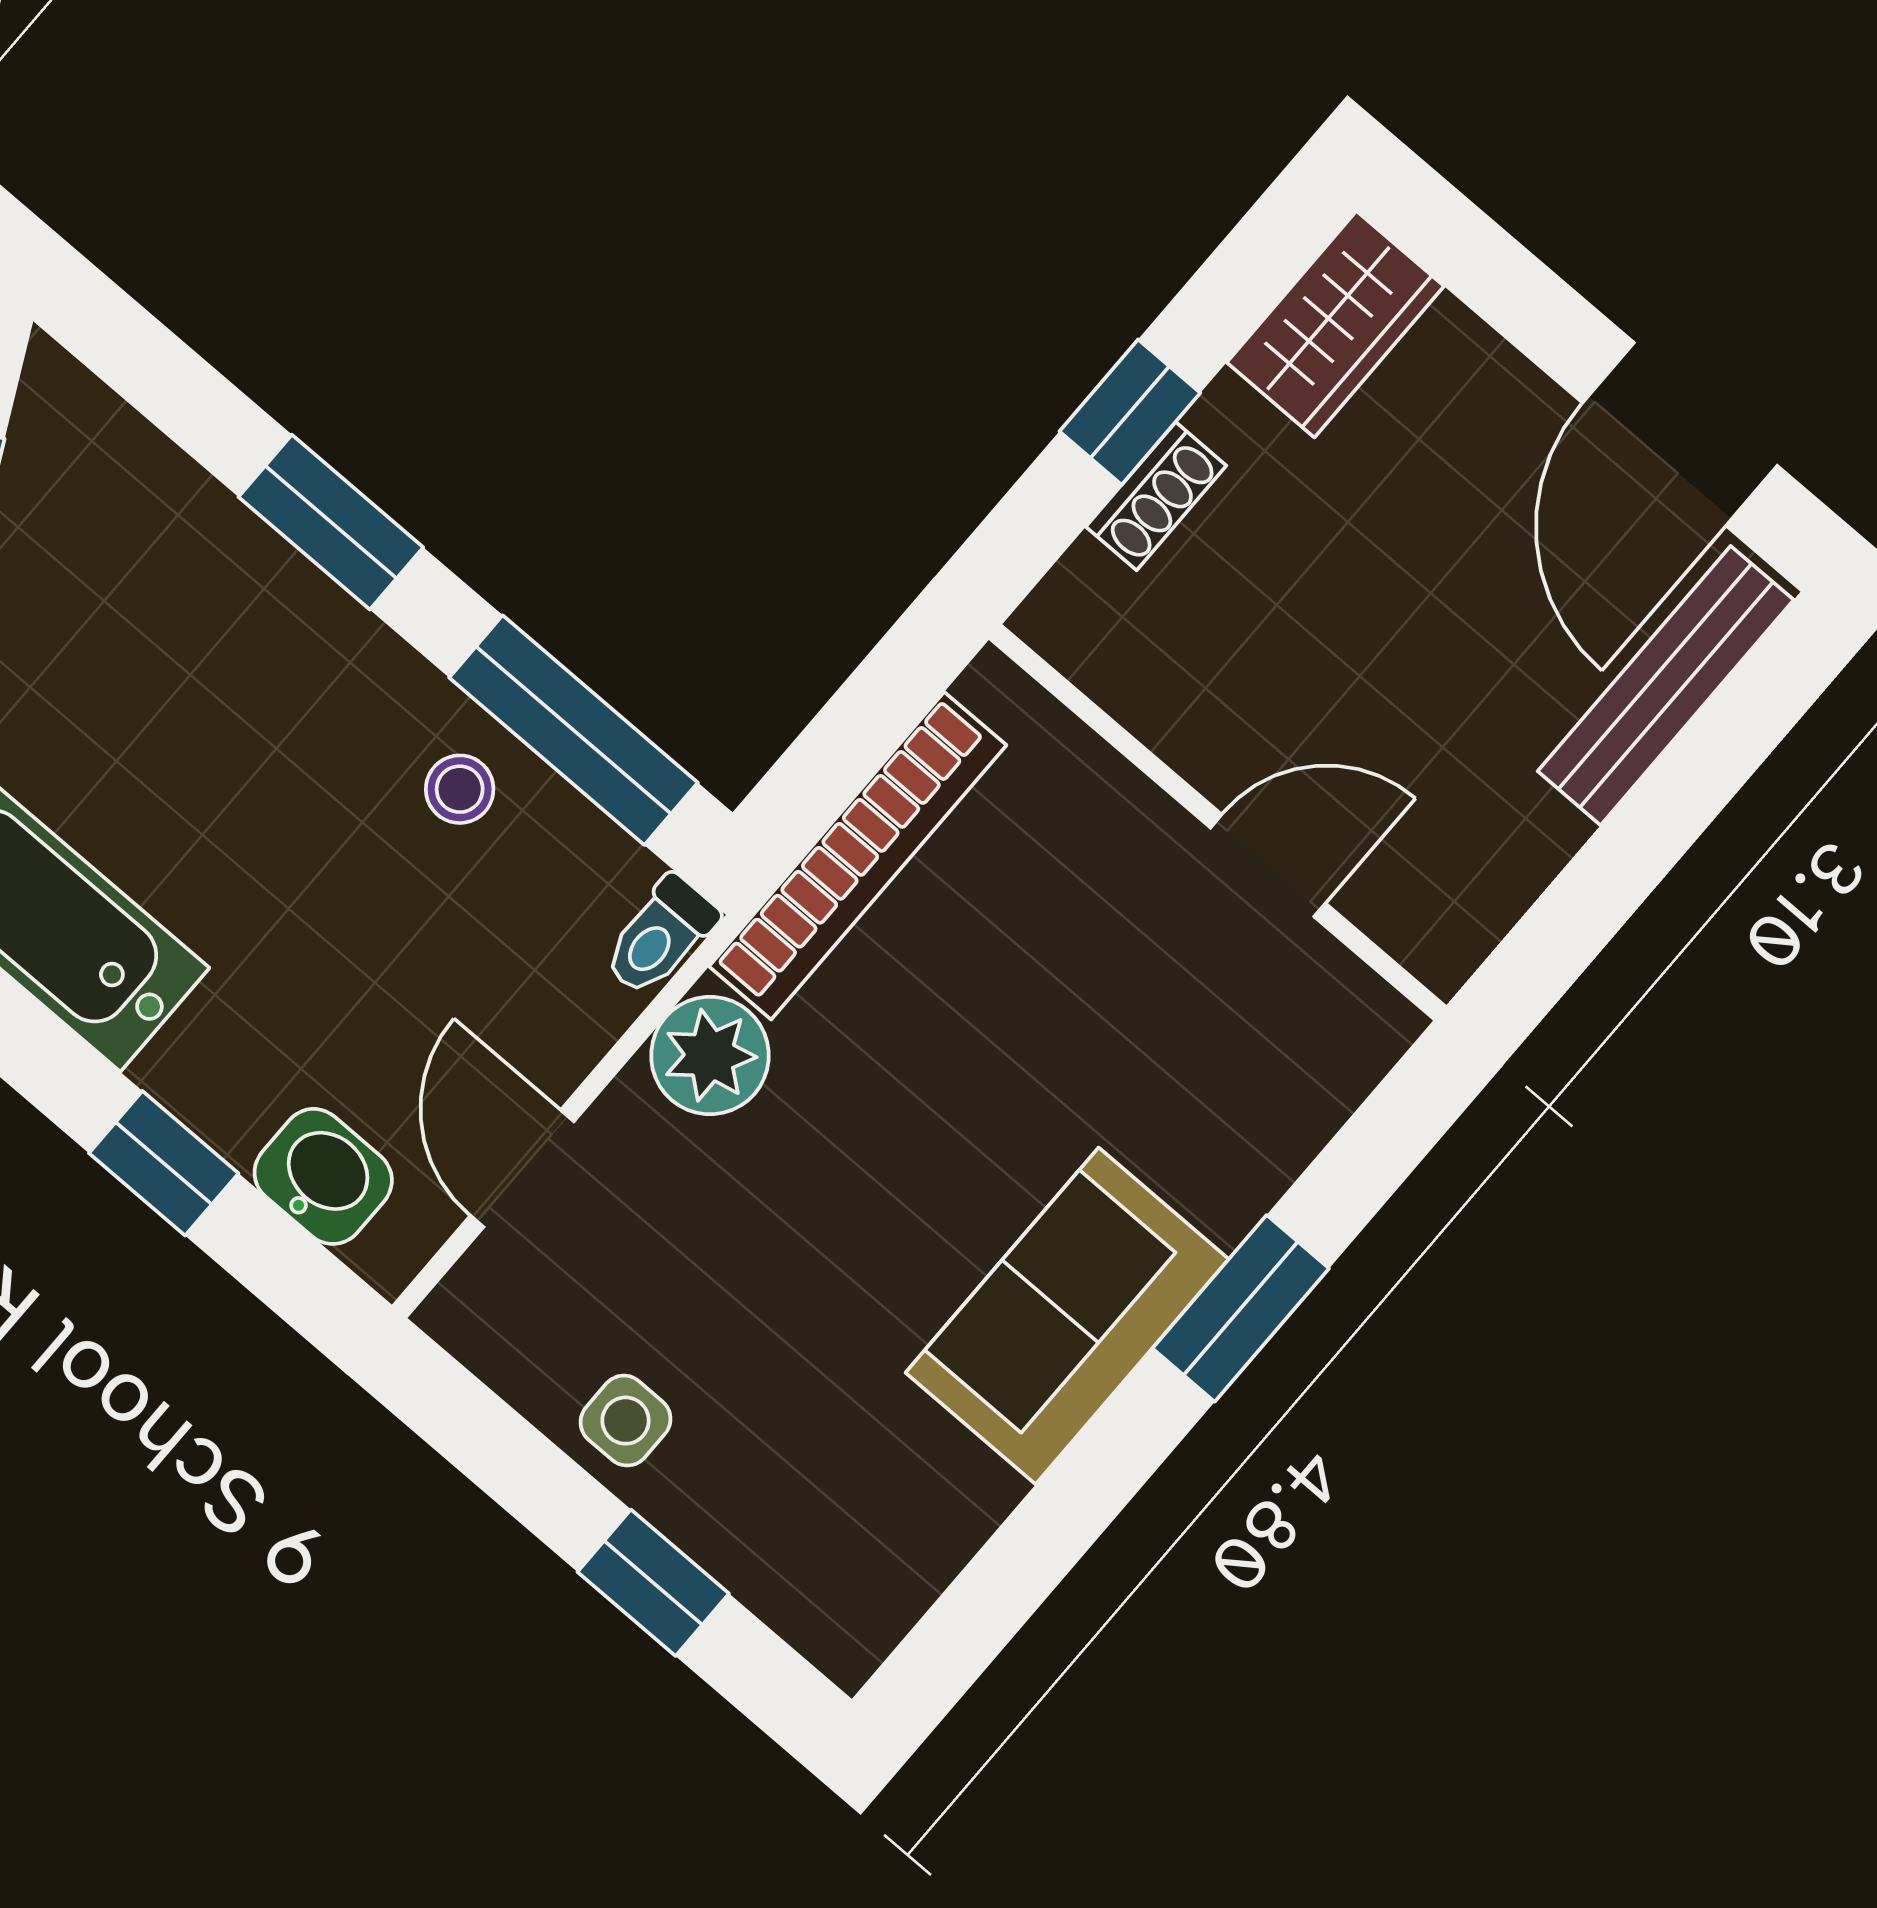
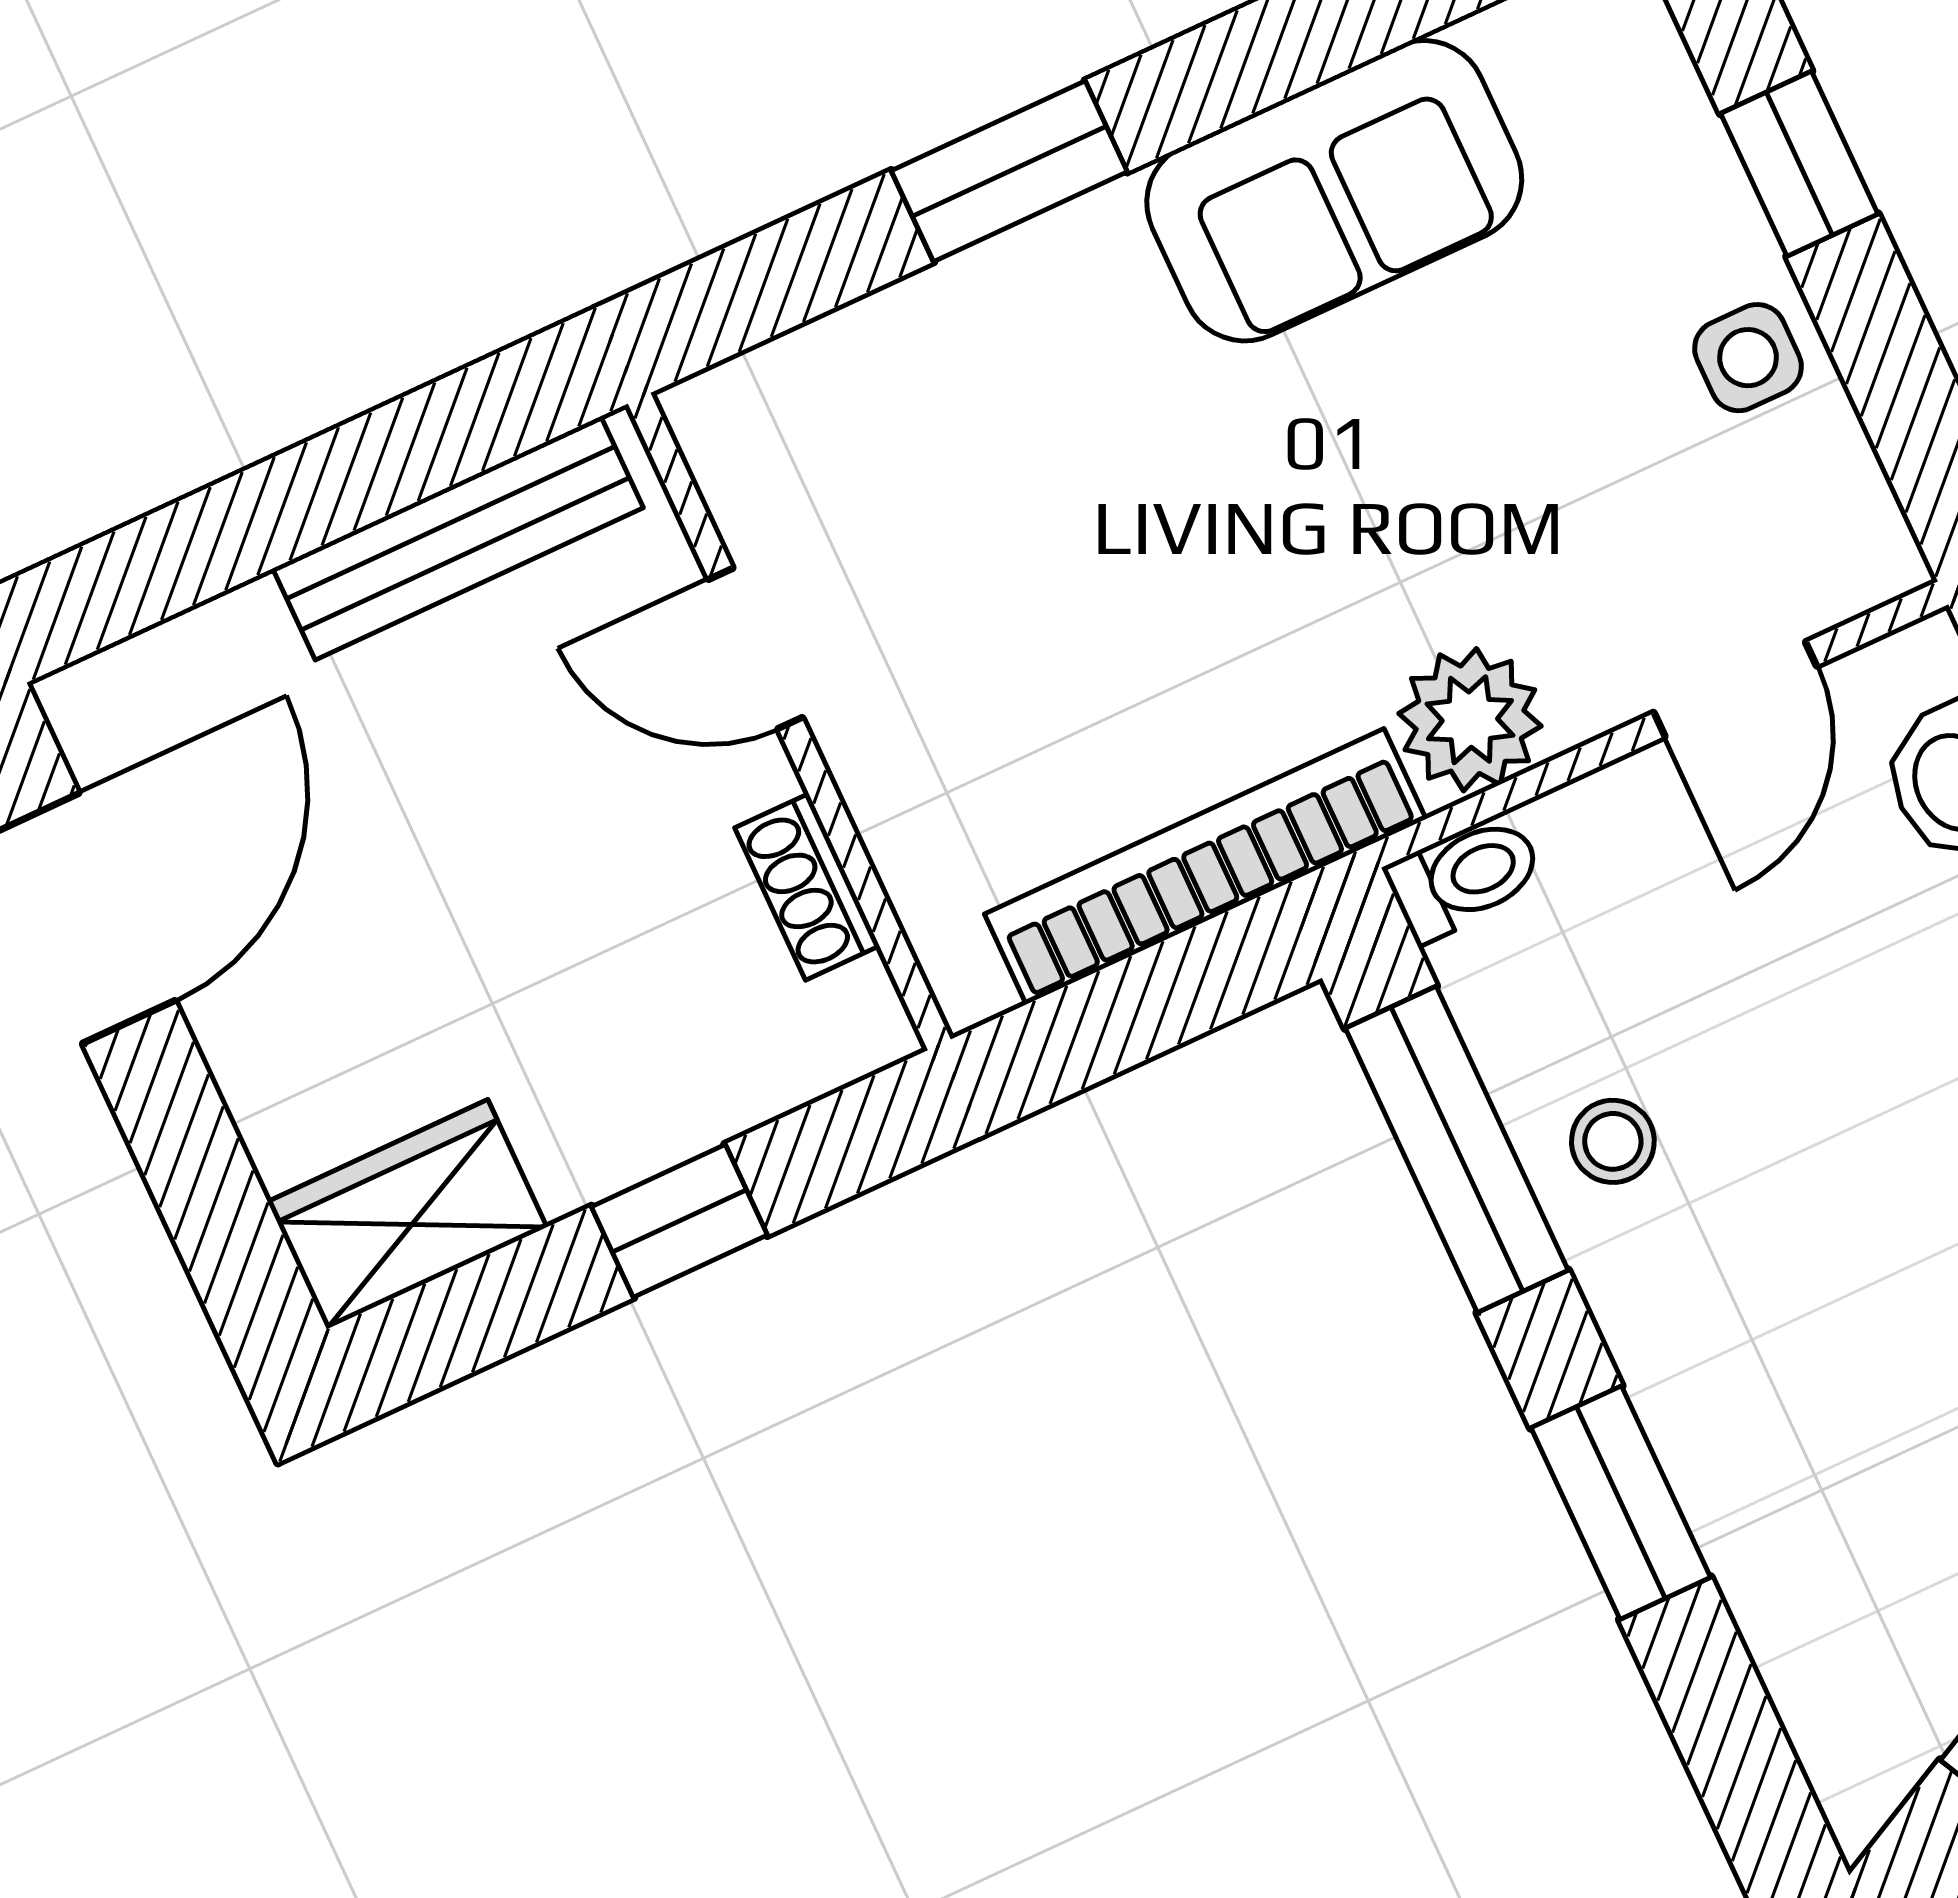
shoe rack: (1156, 496) -> (807, 887), moved, turned -90
bench: (1666, 686) -> (458, 538), moved
sofa: (1067, 1316) -> (1334, 191), moved

